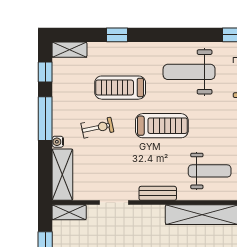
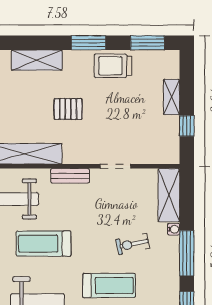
treadmill: (162, 126) -> (44, 244), moved
shelving: (69, 212) -> (162, 156), removed

